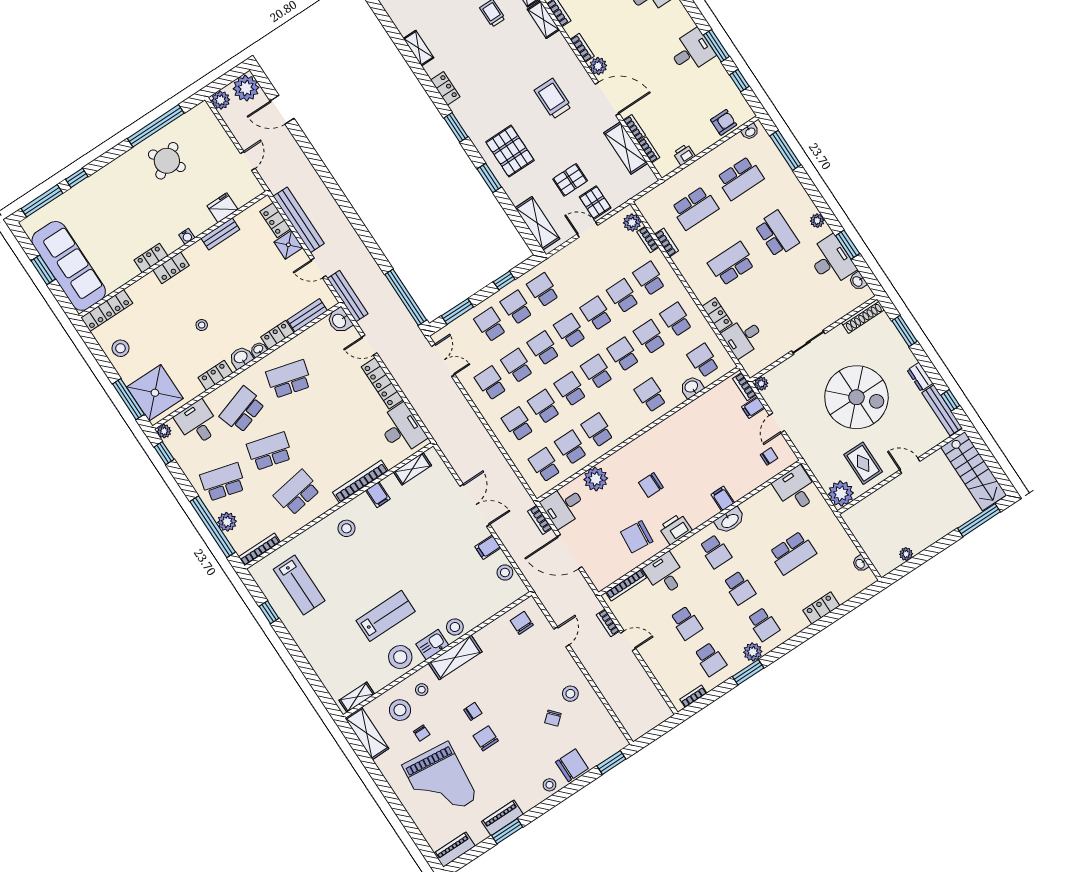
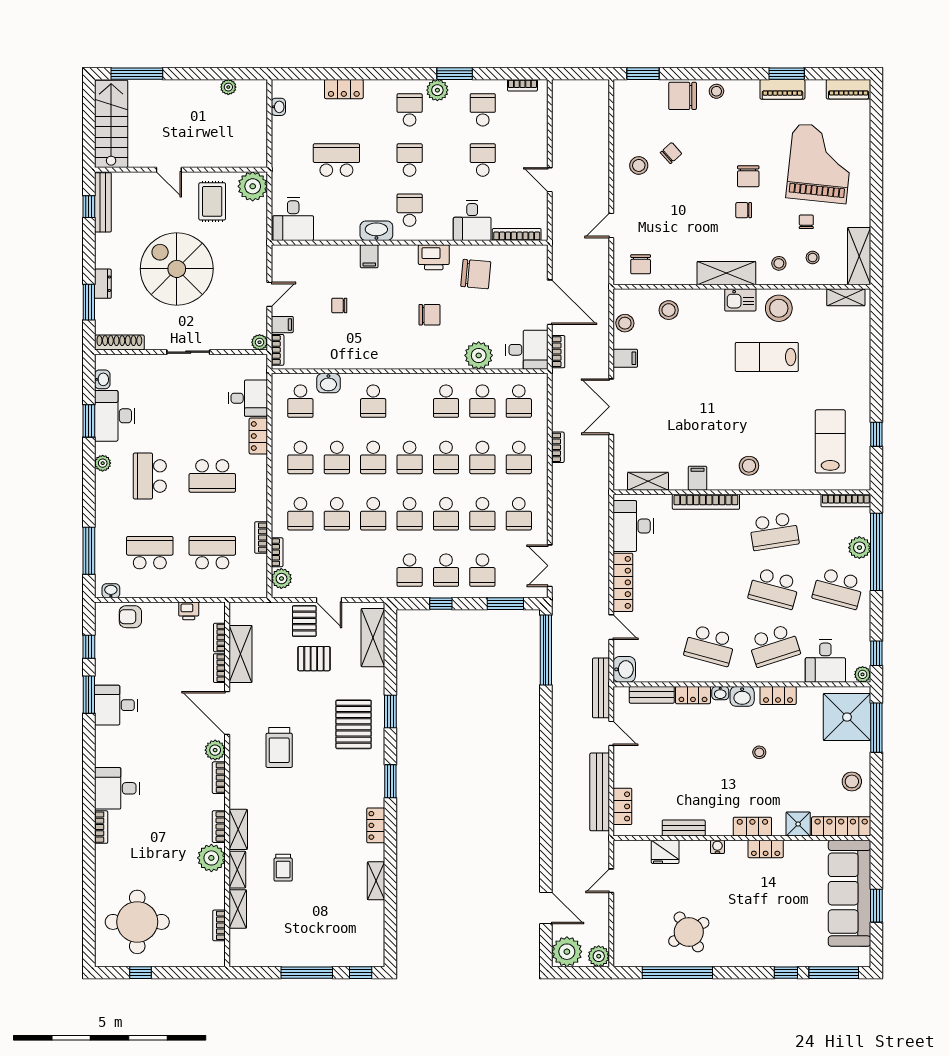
shower: (288, 245) -> (798, 824), moved
dresser: (920, 377) -> (103, 284), moved
chair: (769, 456) -> (339, 305), moved
bookcase: (608, 623) -> (558, 447), moved
stool: (455, 627) -> (669, 310), moved
stool: (400, 710) -> (813, 258), width x0.53, depth x0.53

